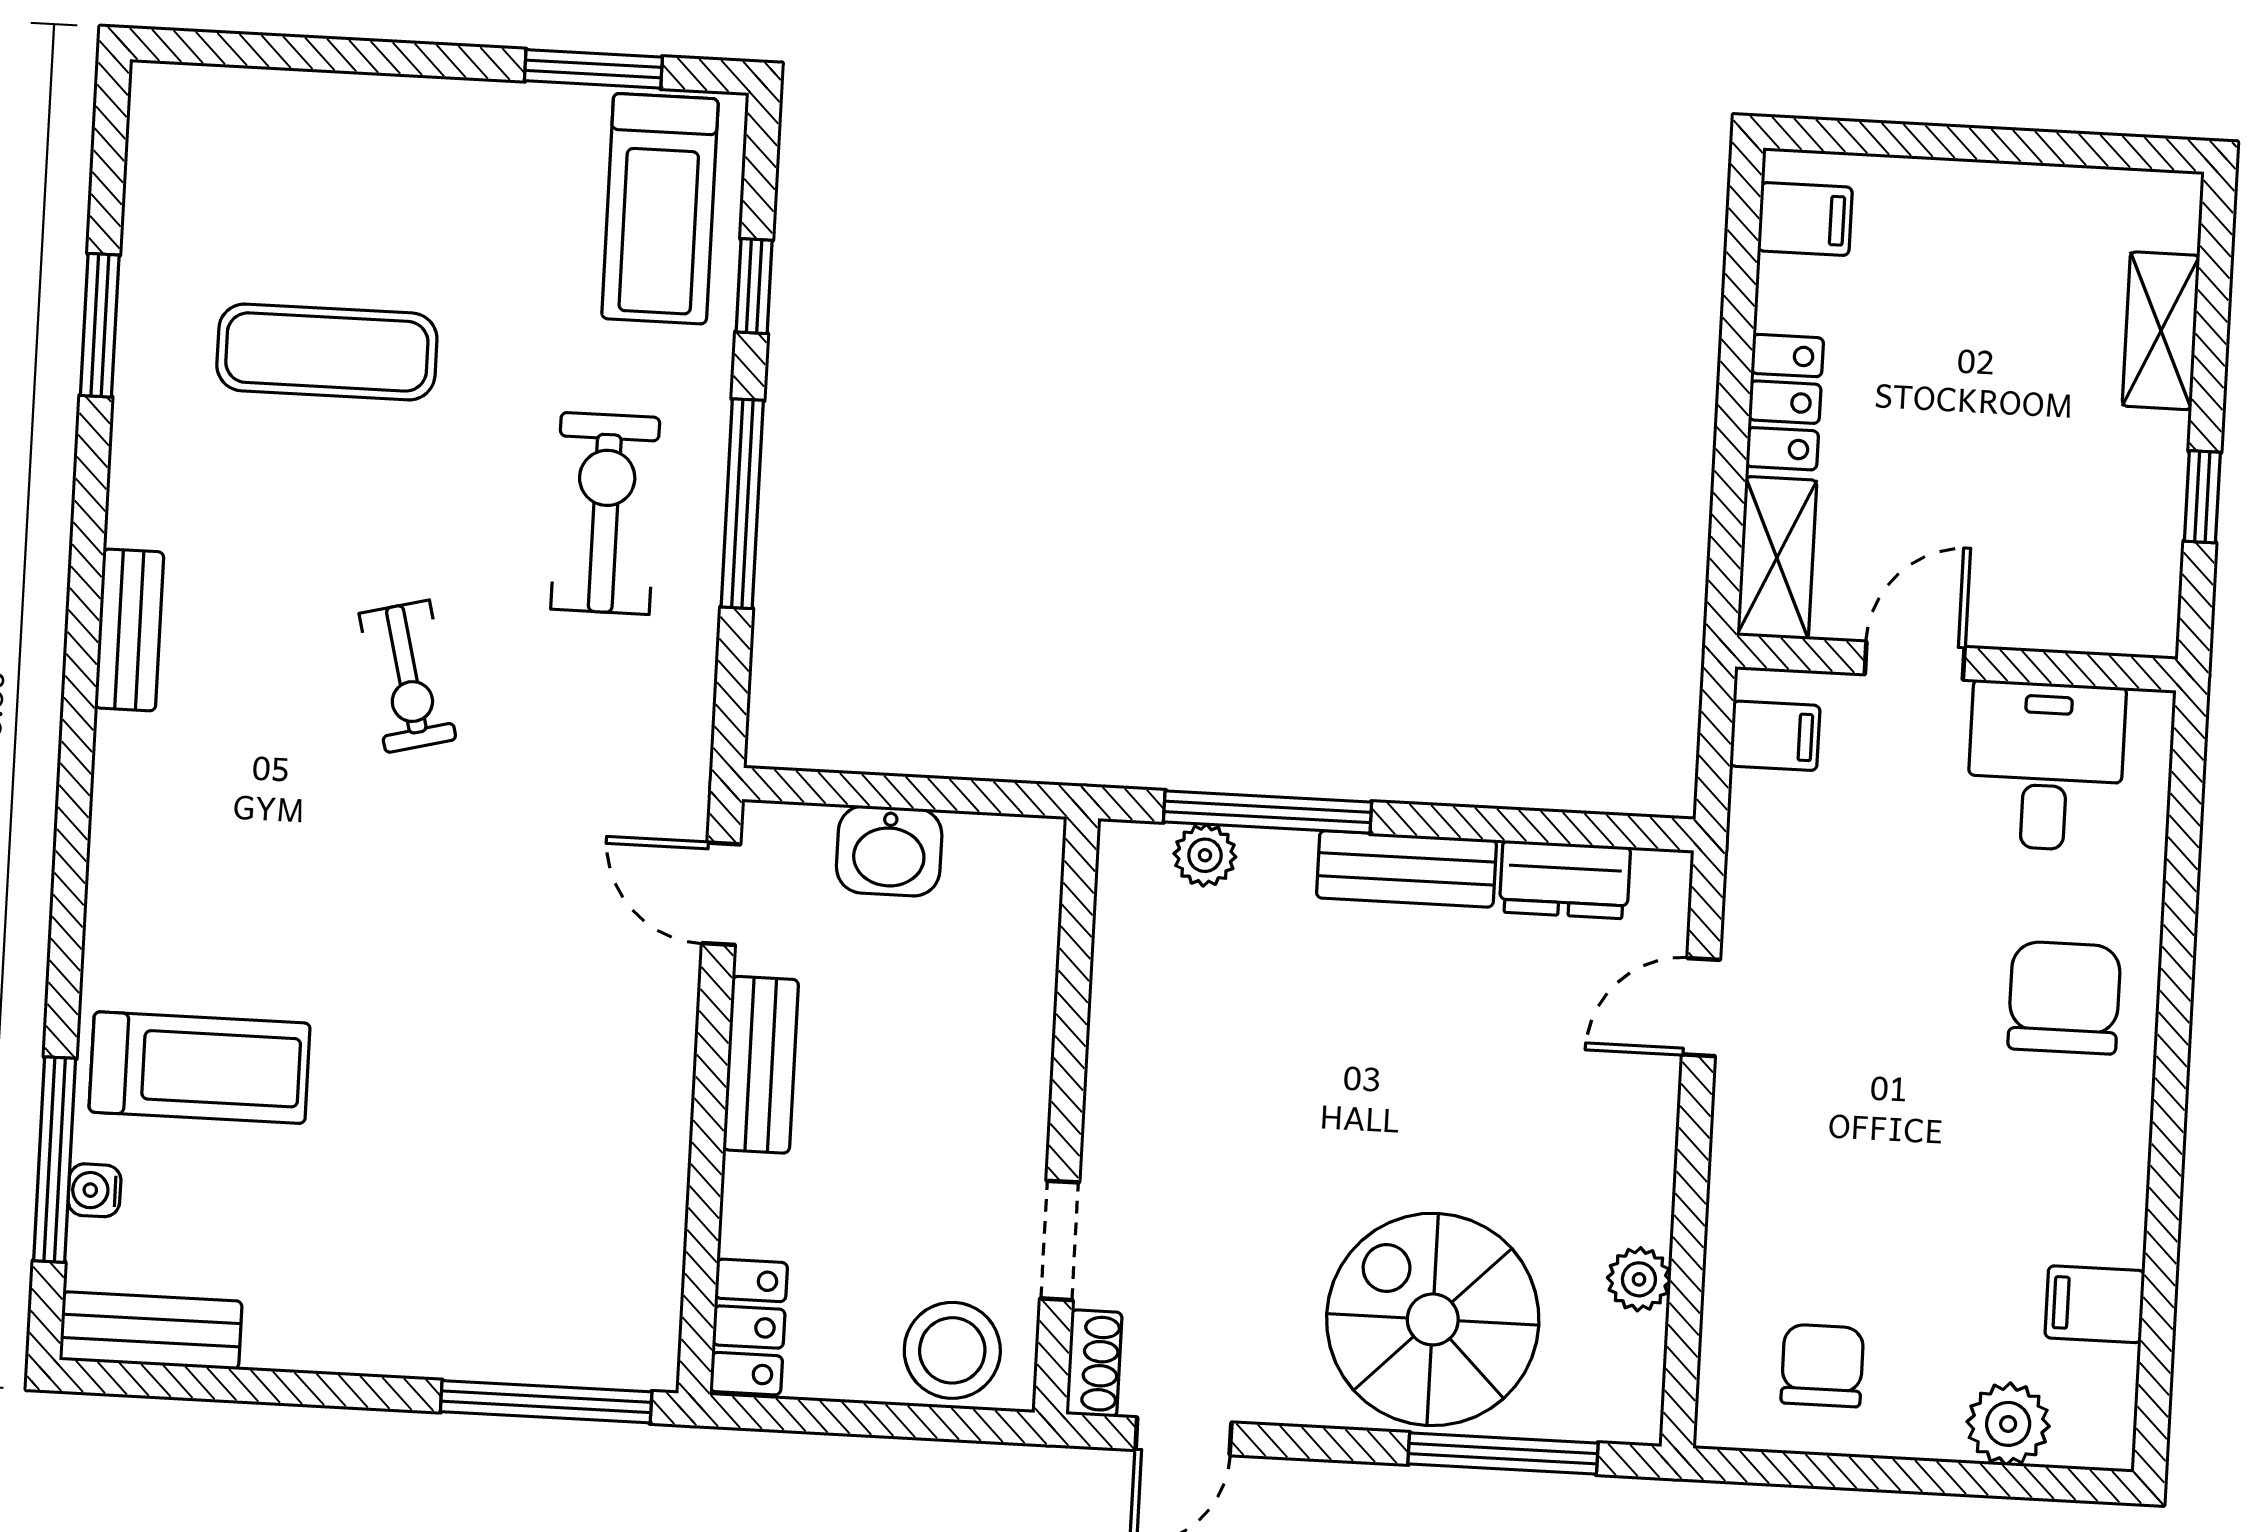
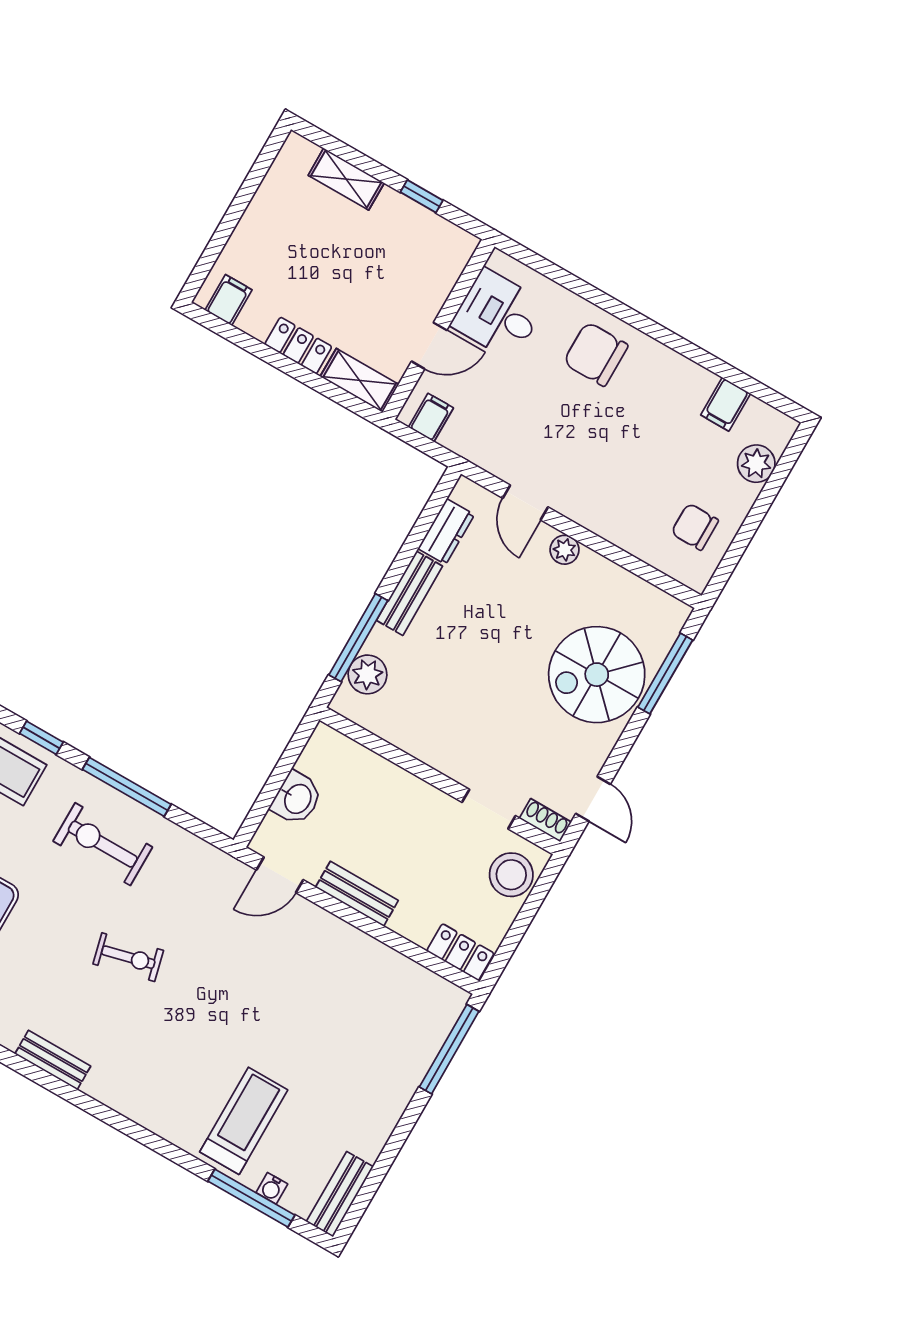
door: (1915, 661) -> (429, 346), swing flipped
plant: (1205, 855) -> (368, 674), width x1.38, depth x1.38
plant: (1639, 1279) -> (564, 550), moved

